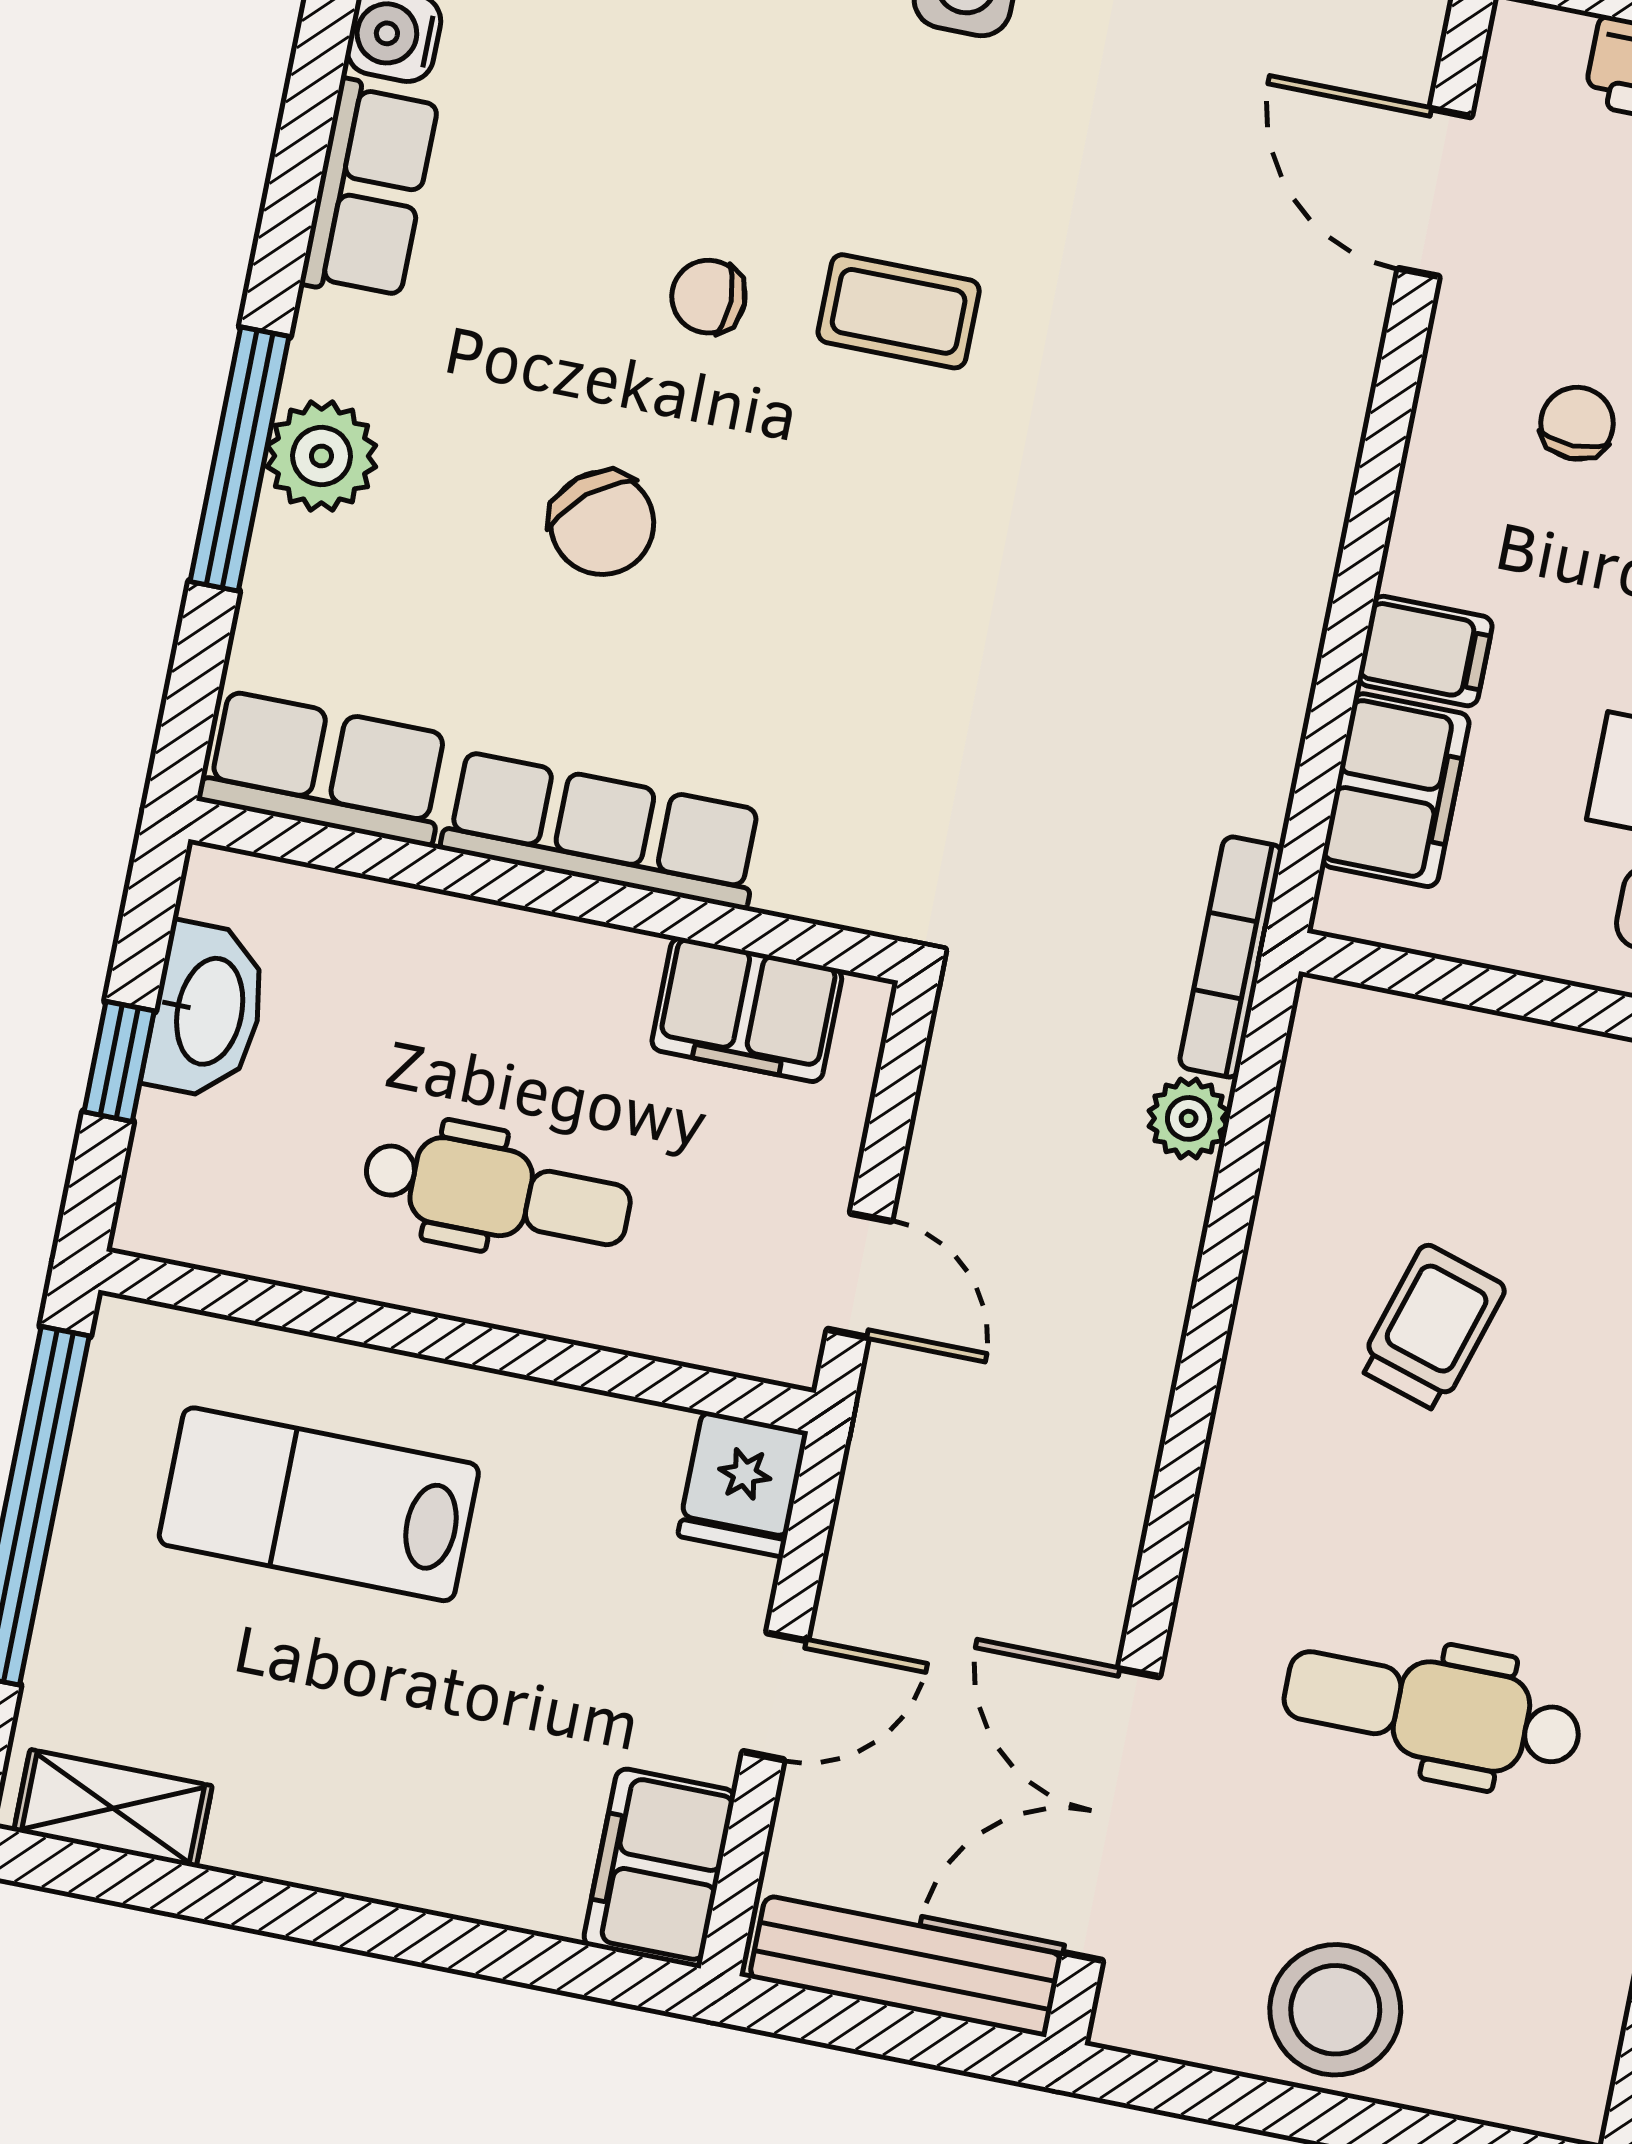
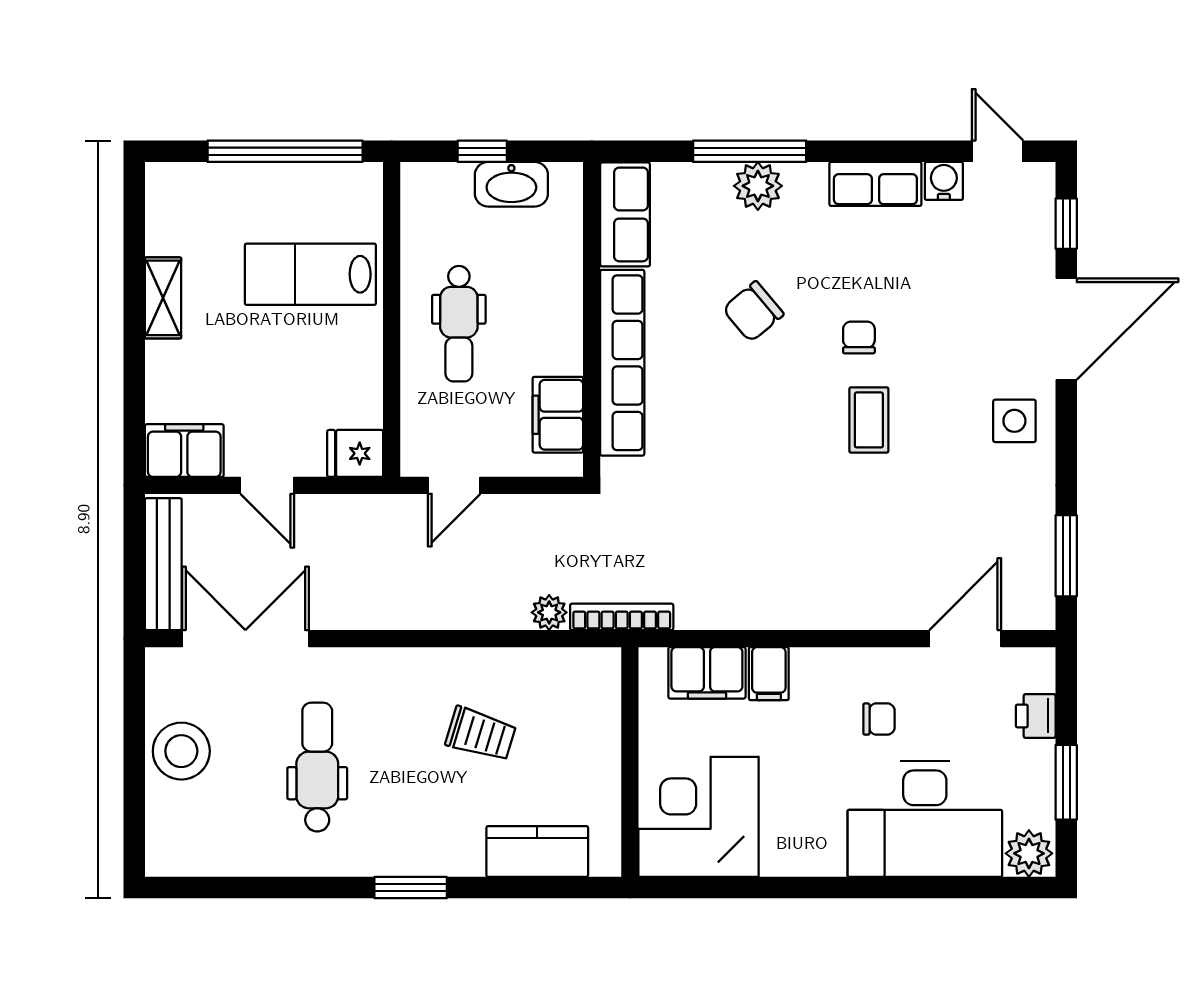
row of seats: (603, 830) -> (622, 363), width x1.36
lab bench: (319, 1504) -> (310, 274), turned -90
shelving: (113, 1808) -> (163, 298), moved

